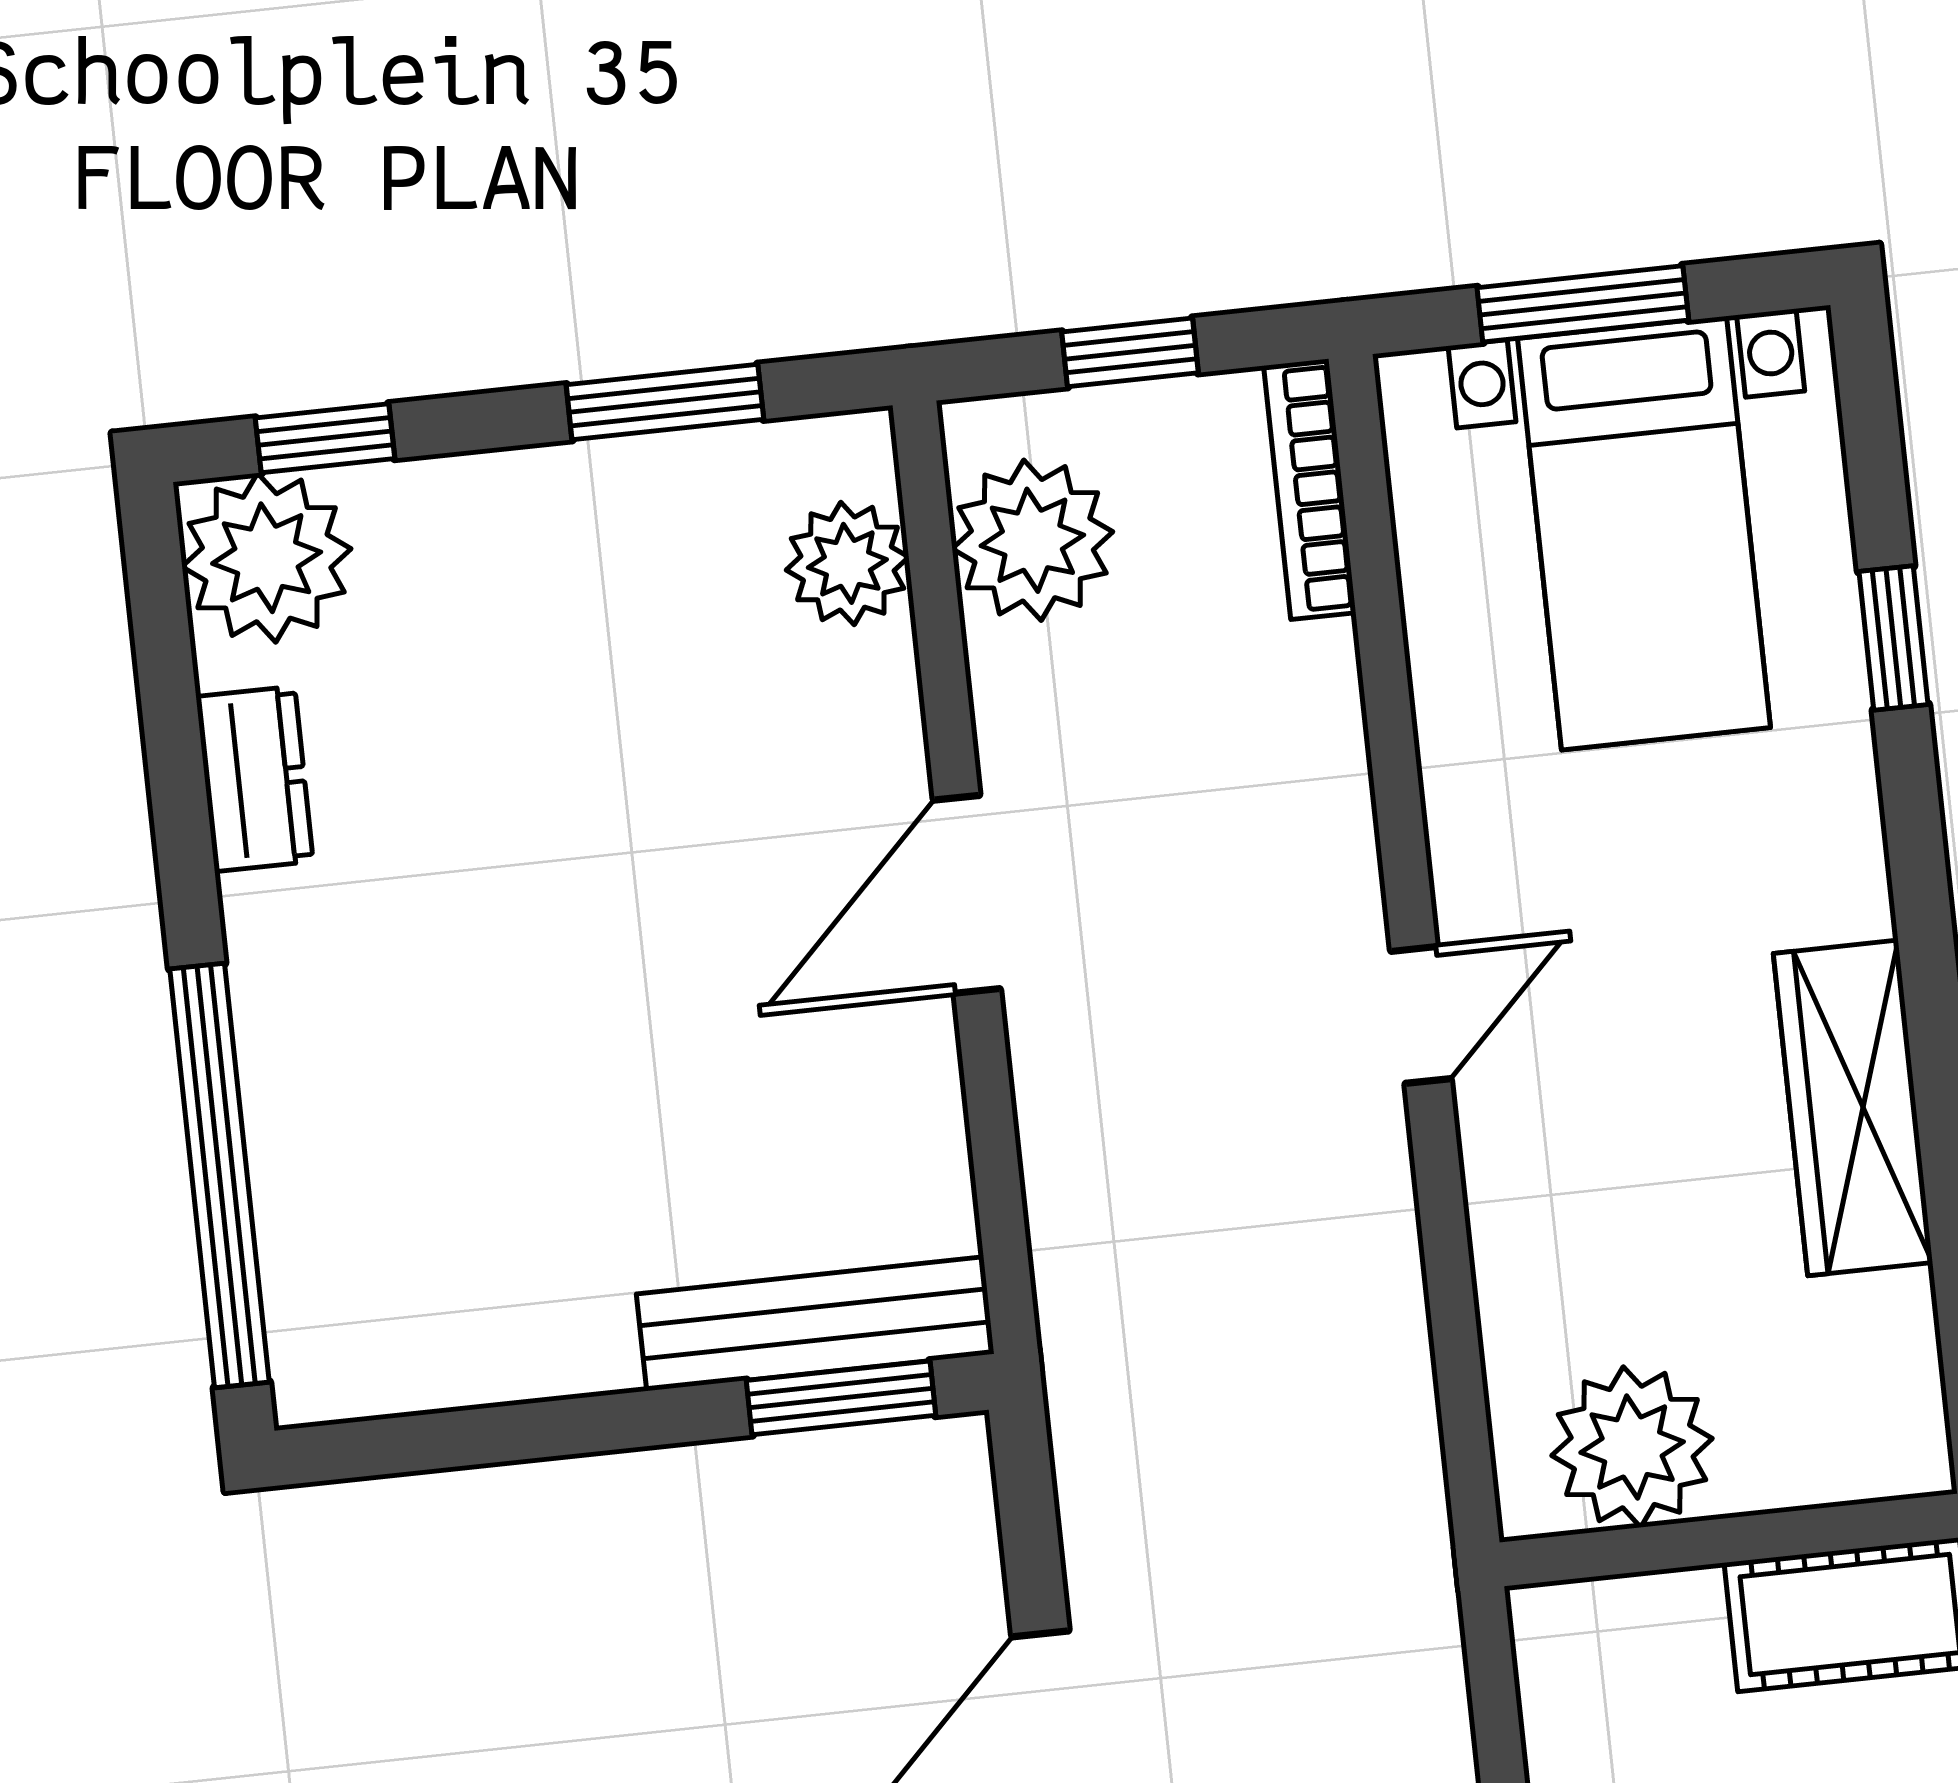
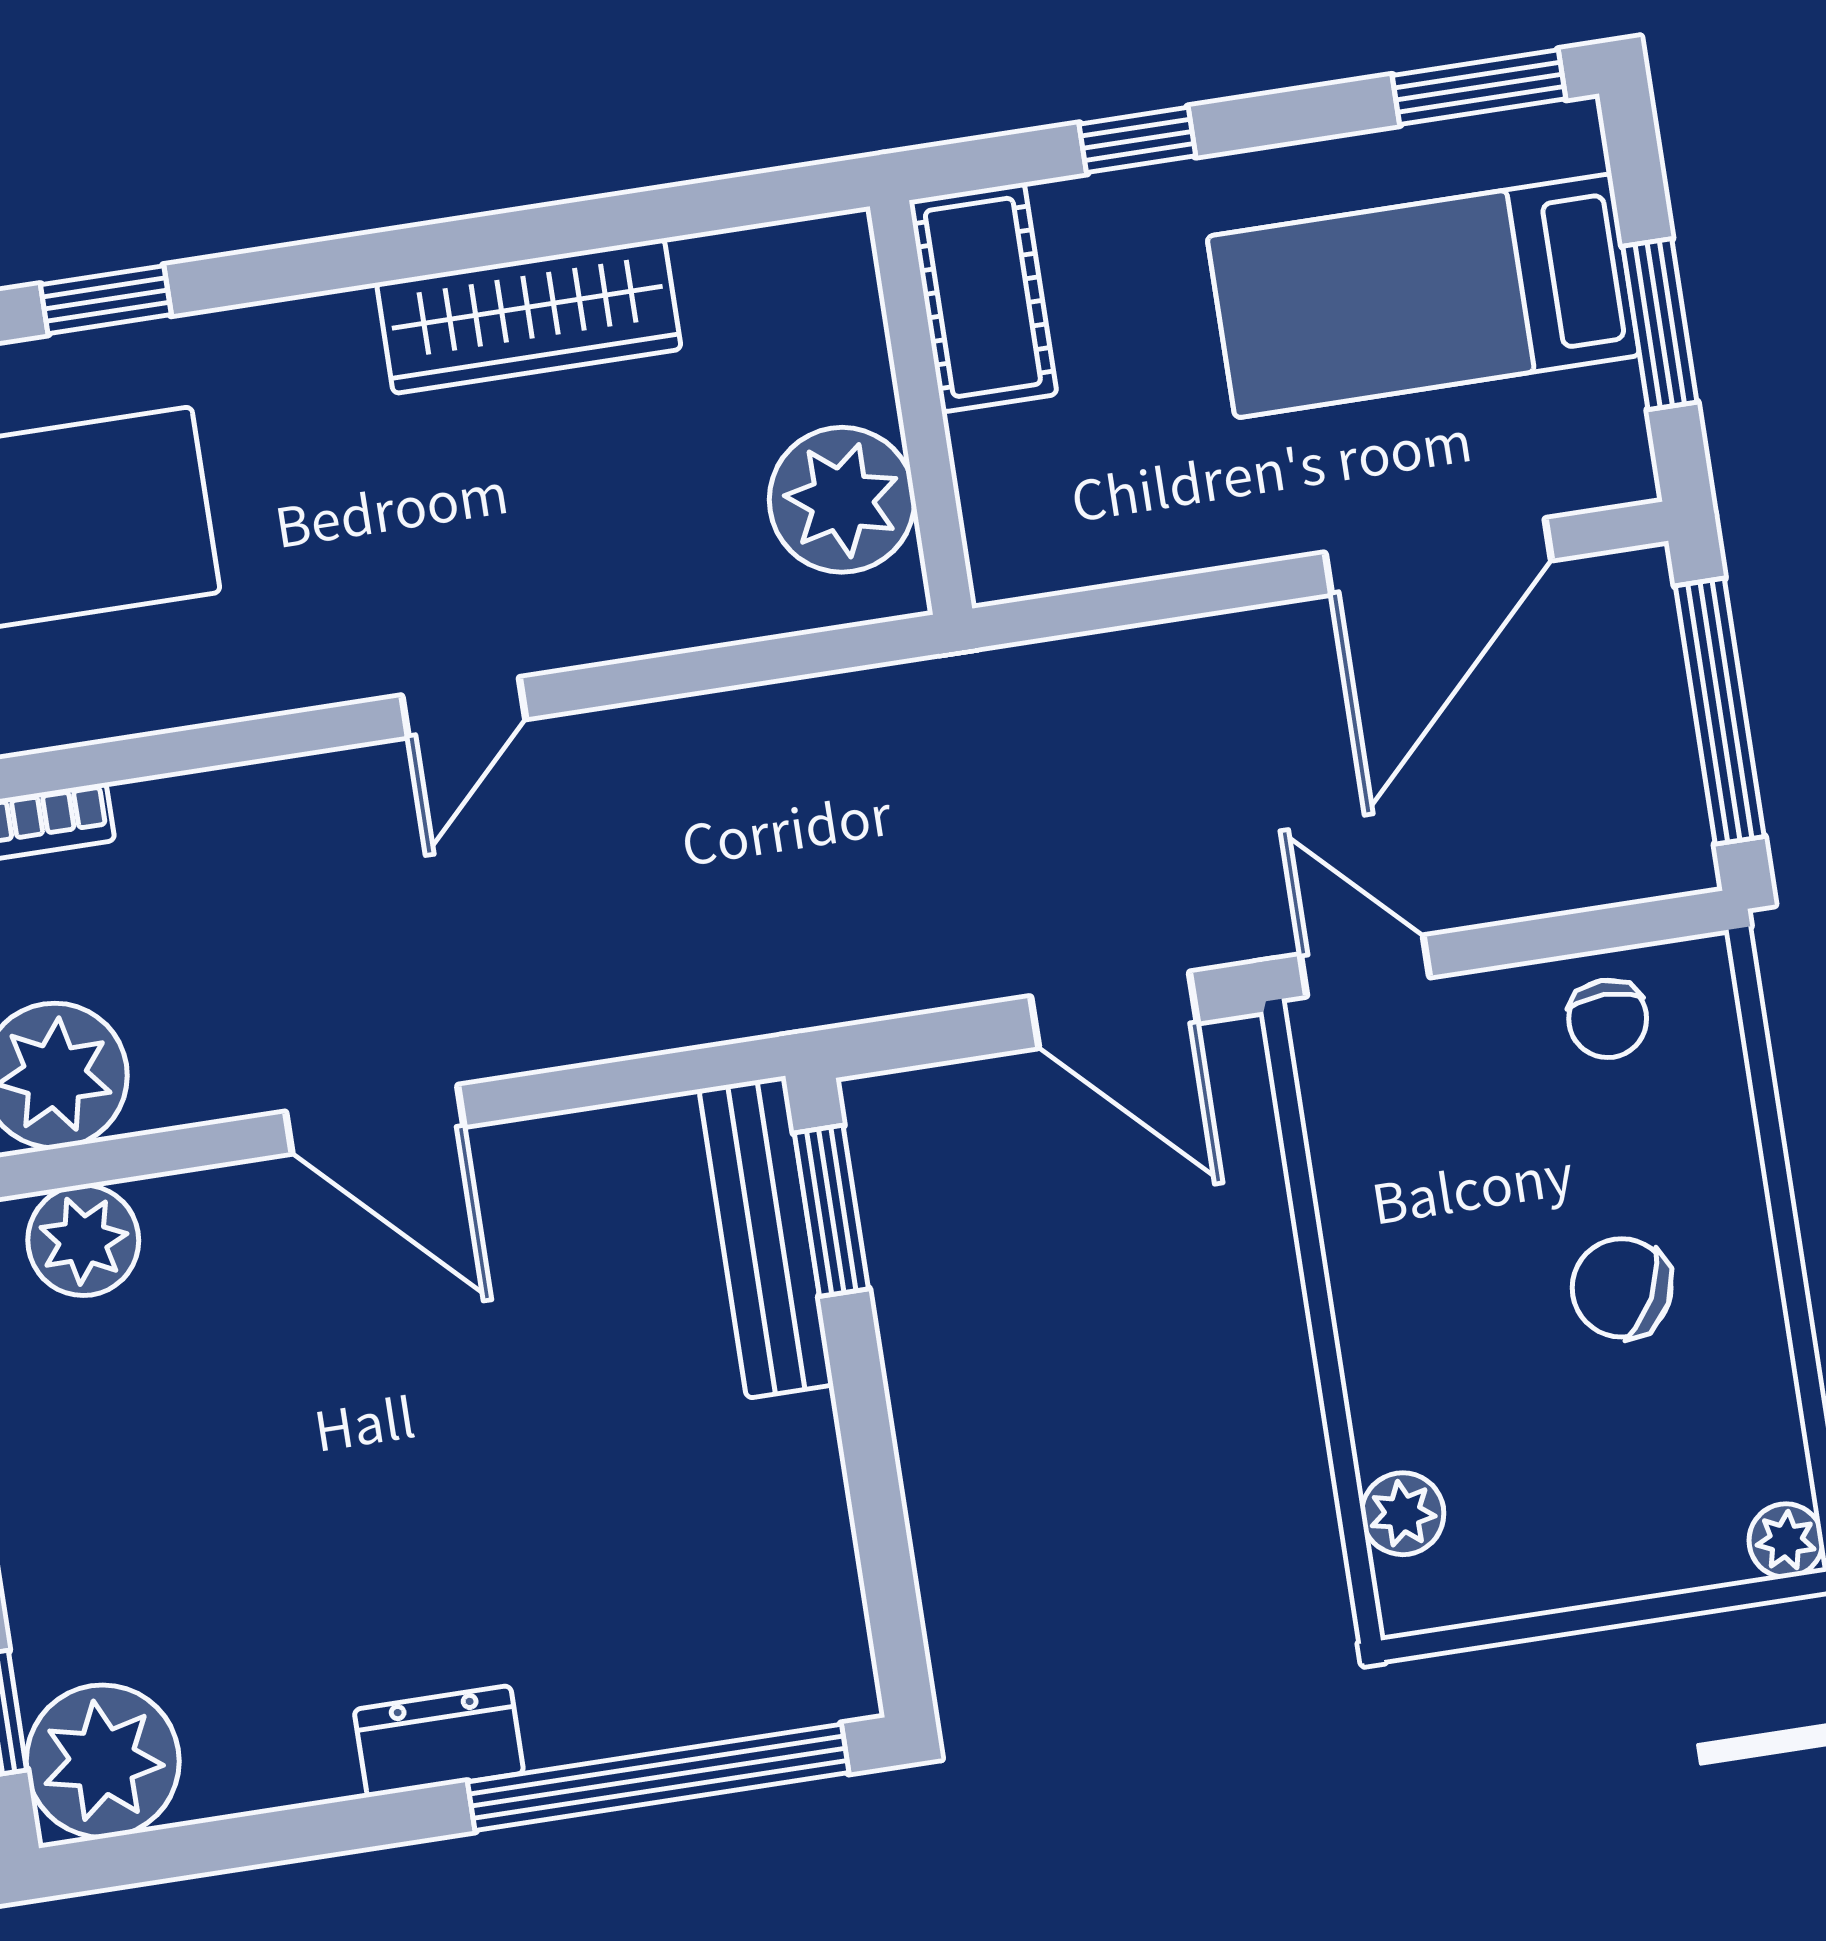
dresser: (255, 779) -> (439, 1741), moved
door: (1421, 1015) -> (464, 707), swing flipped

